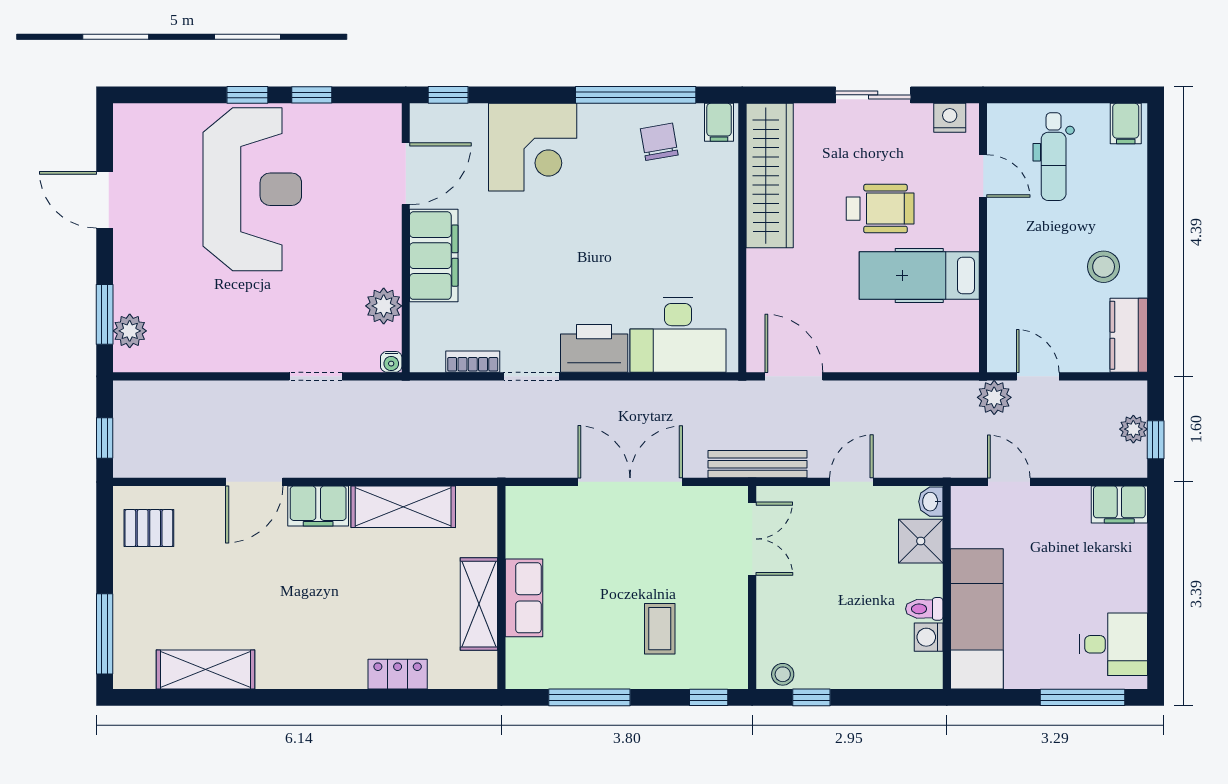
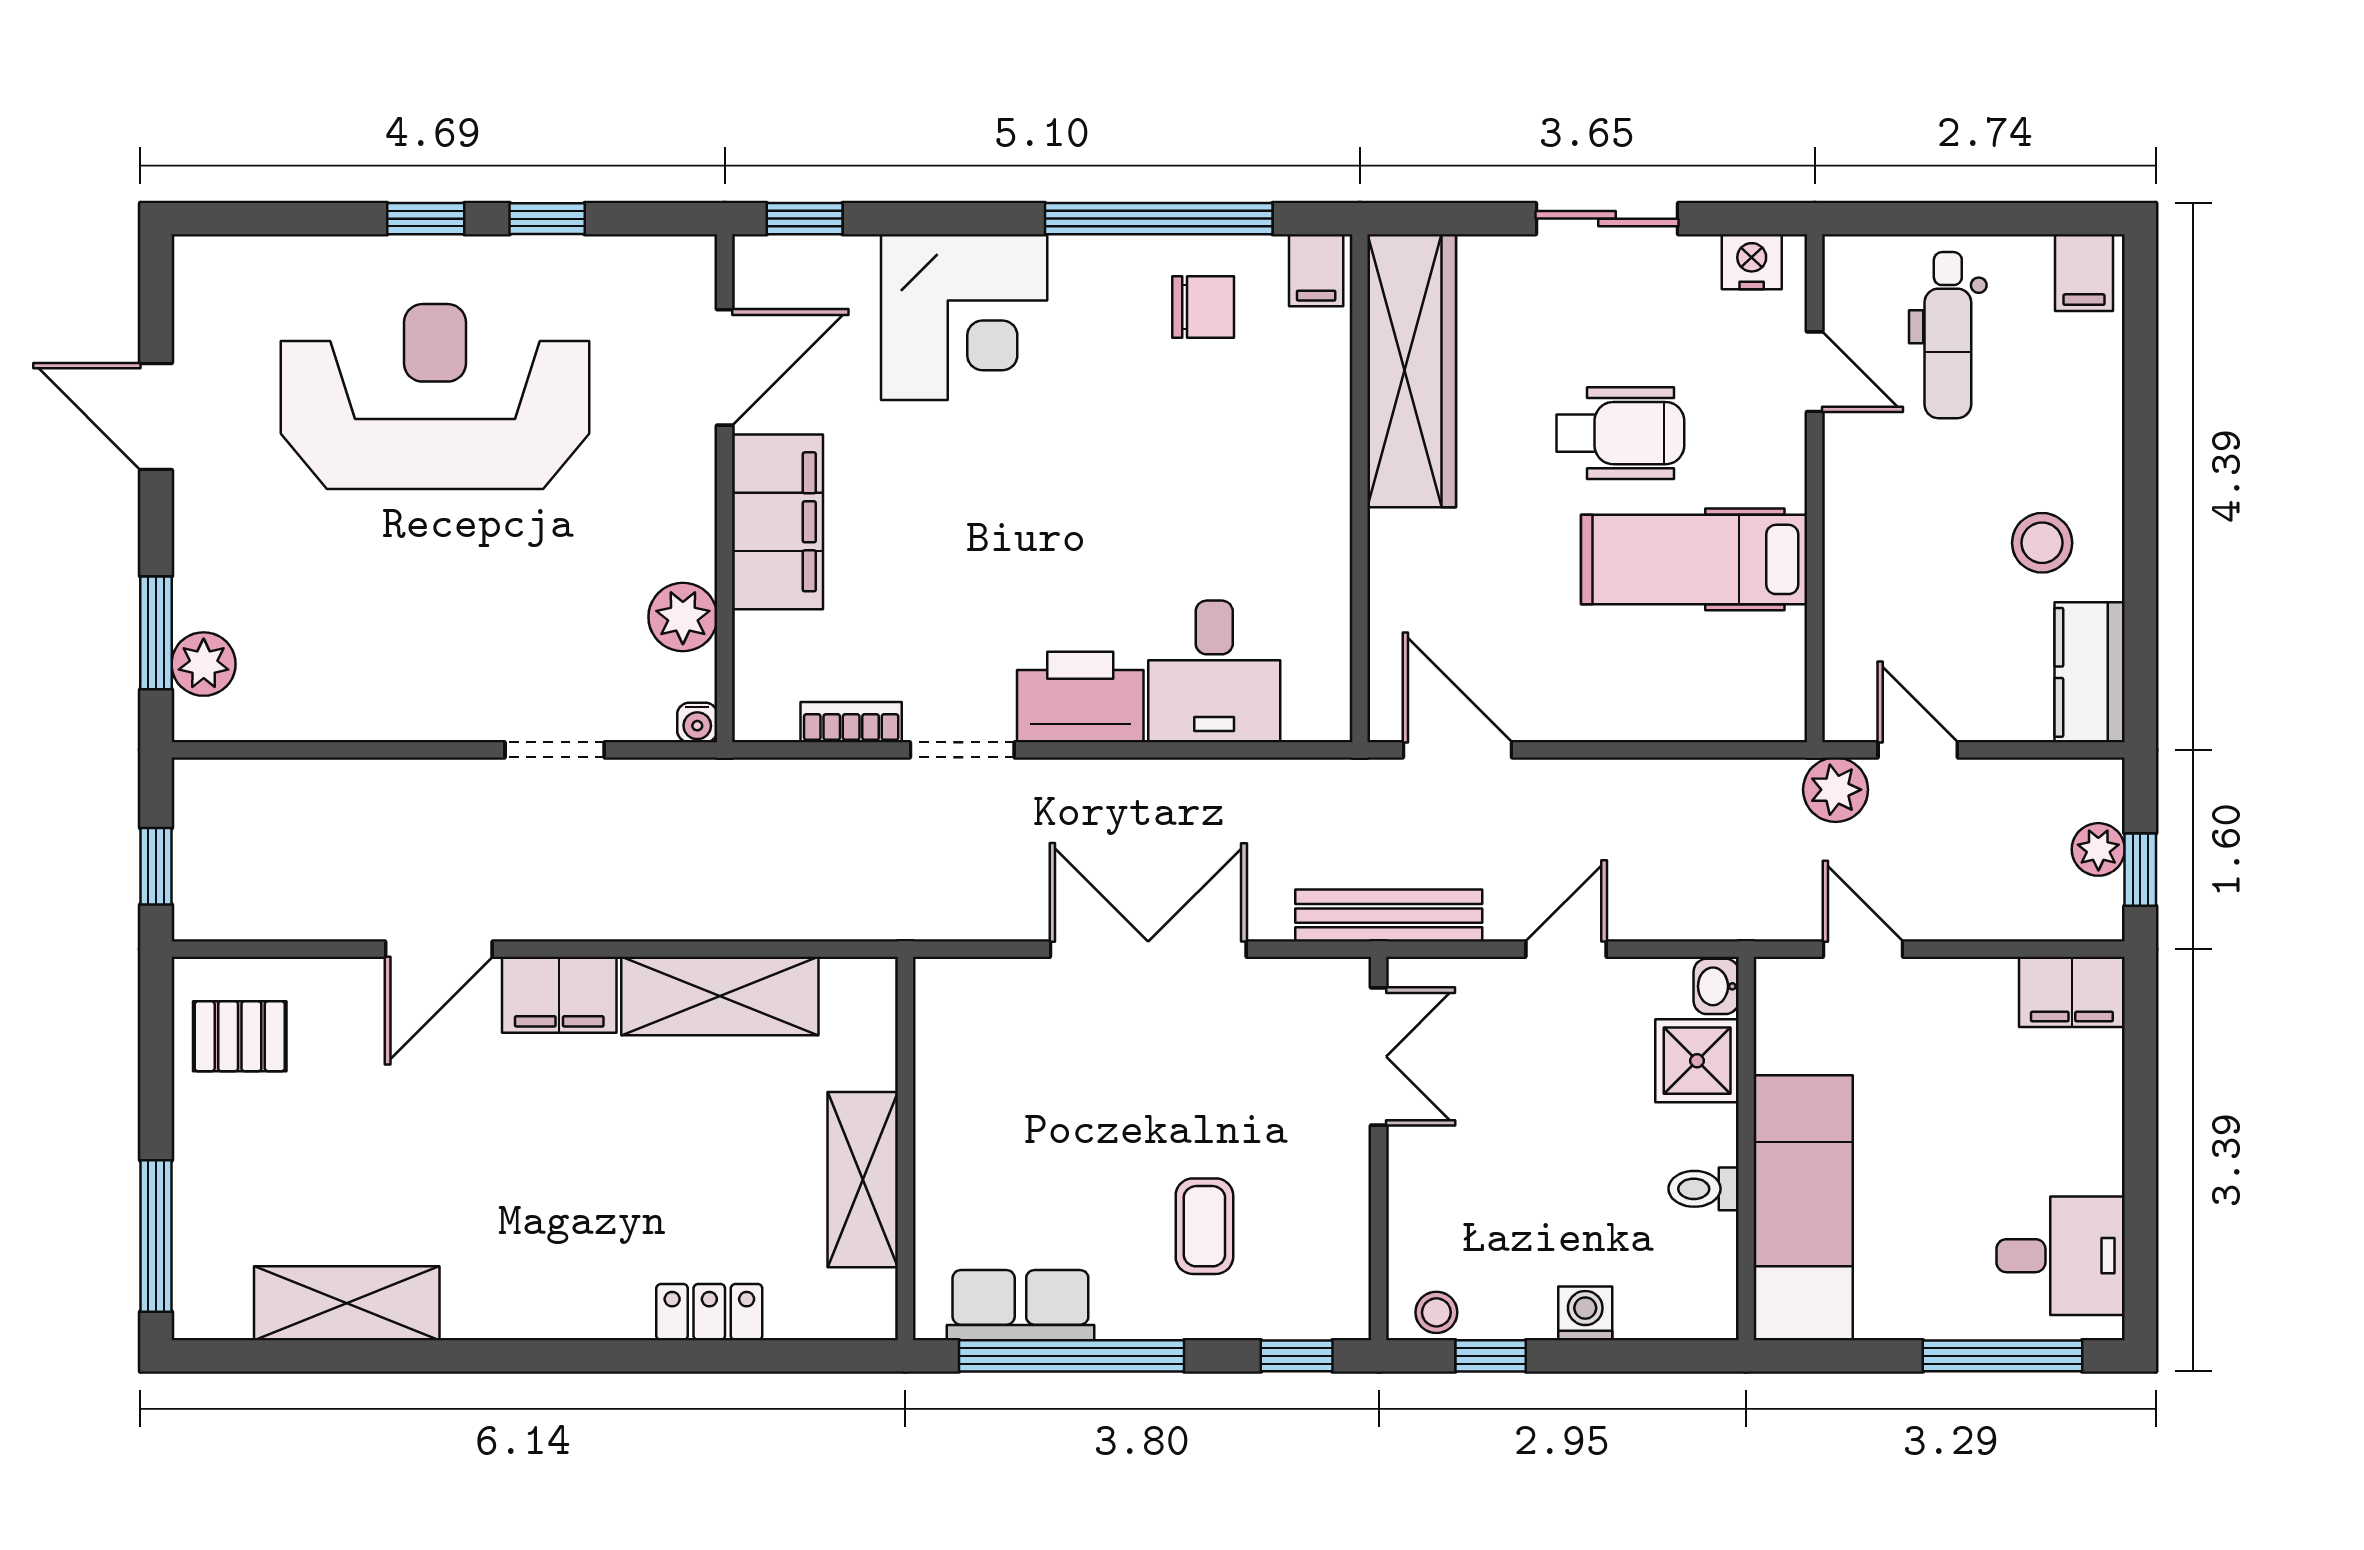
chair: (659, 142) -> (1203, 307), turned 100
reception desk: (252, 189) -> (435, 397), turned -90
desk: (678, 335) -> (1214, 671), width x0.73
row of seats: (524, 598) -> (1020, 1305), moved, turned -90
washing machine: (929, 637) -> (1585, 1313), moved, turned 90
window: (589, 697) -> (1071, 1356), width x1.46

